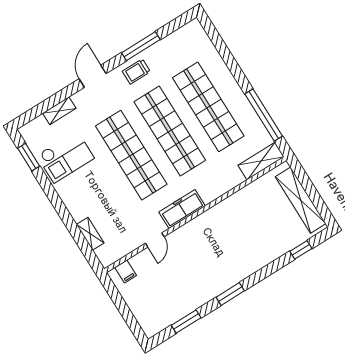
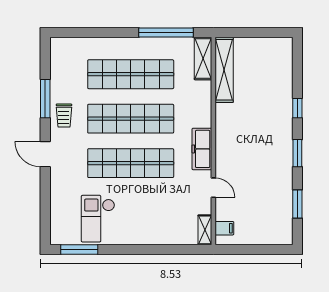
shelving: (59, 111) -> (57, 200), removed
window: (29, 157) -> (79, 249), width x1.44
checkout: (65, 157) -> (98, 219), turned 180
shelving: (301, 200) -> (224, 70), moved, turned 90
shelving: (90, 234) -> (205, 230), moved, turned 90
window: (301, 250) -> (297, 108), moved

